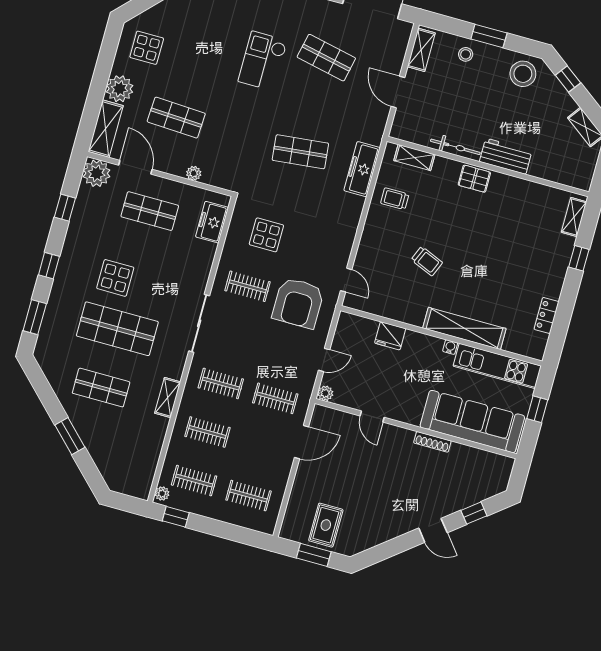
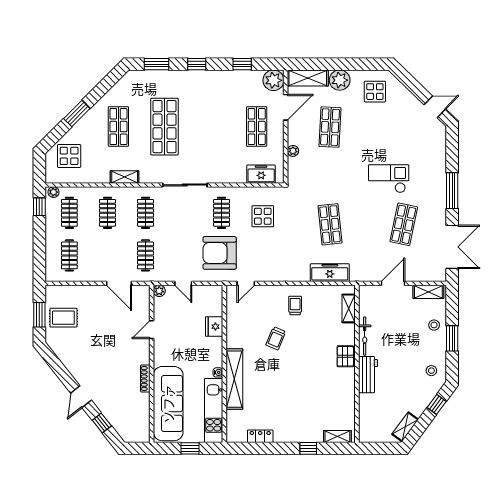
stool: (523, 74) -> (431, 371), width x0.53, depth x0.53
trolley: (395, 199) -> (295, 305), moved
display table: (115, 278) -> (69, 156), moved

